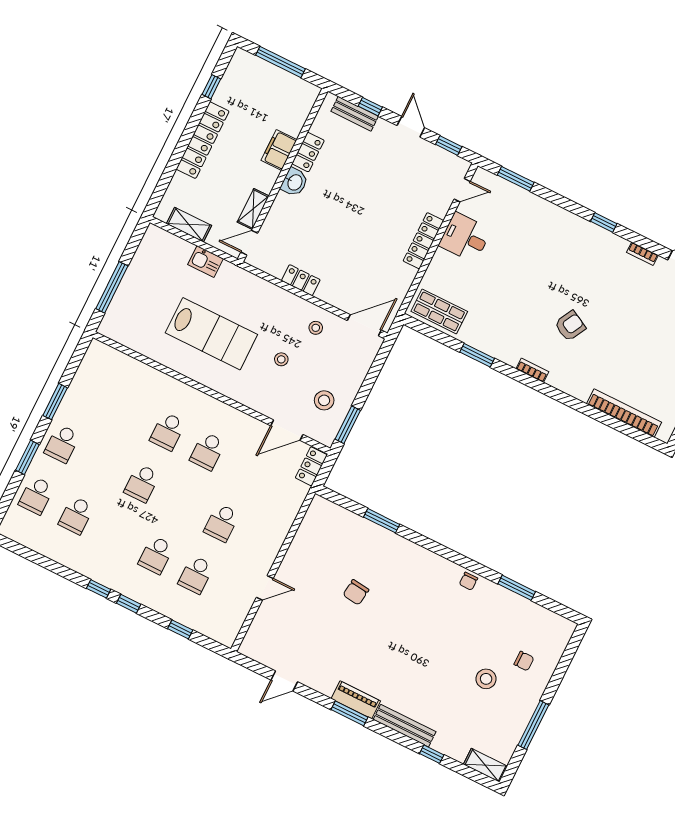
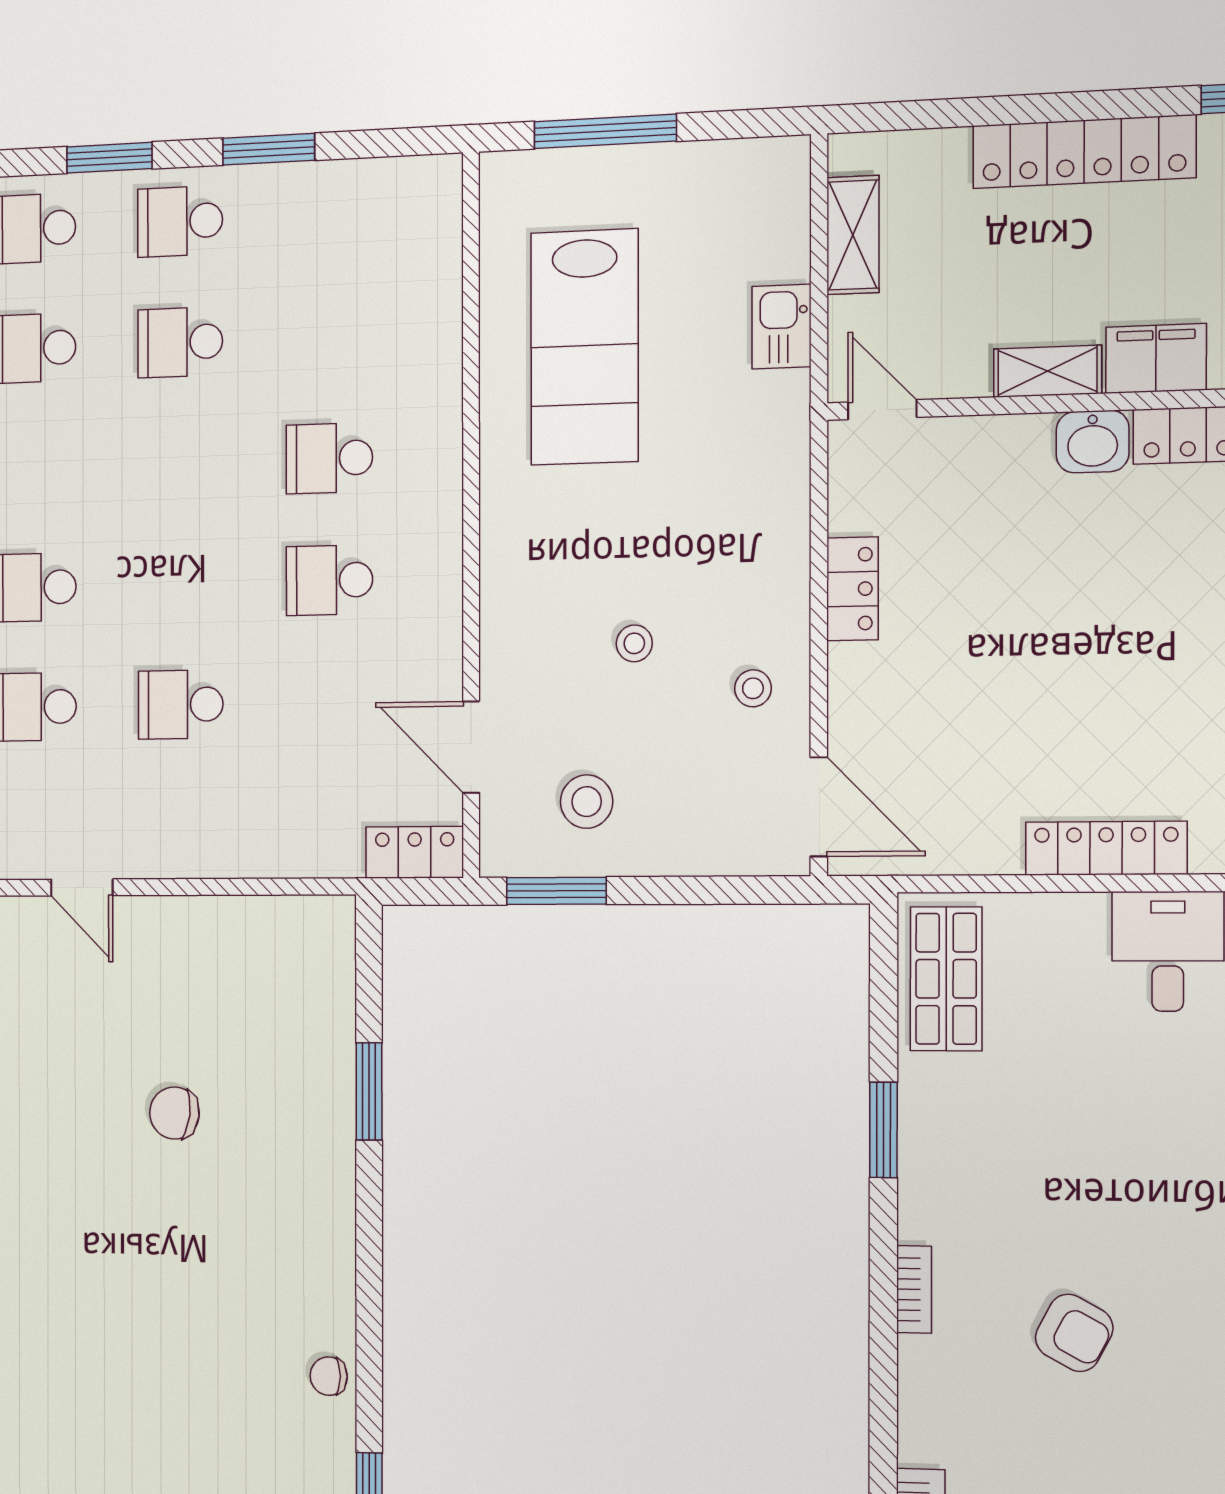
shelving: (253, 209) -> (1048, 371), moved
lab bench: (211, 334) -> (585, 347), moved
school desk: (142, 483) -> (180, 342), moved

